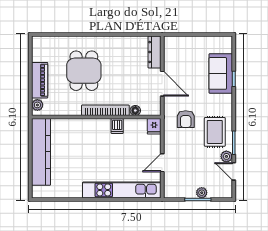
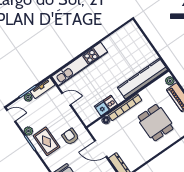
fridge: (154, 126) -> (102, 108), moved
kitchen counter: (41, 152) -> (142, 79), moved, turned 90
door: (162, 163) -> (66, 99), hinge flipped
door: (234, 171) -> (11, 116), moved
tv unit: (179, 192) -> (43, 88), added

